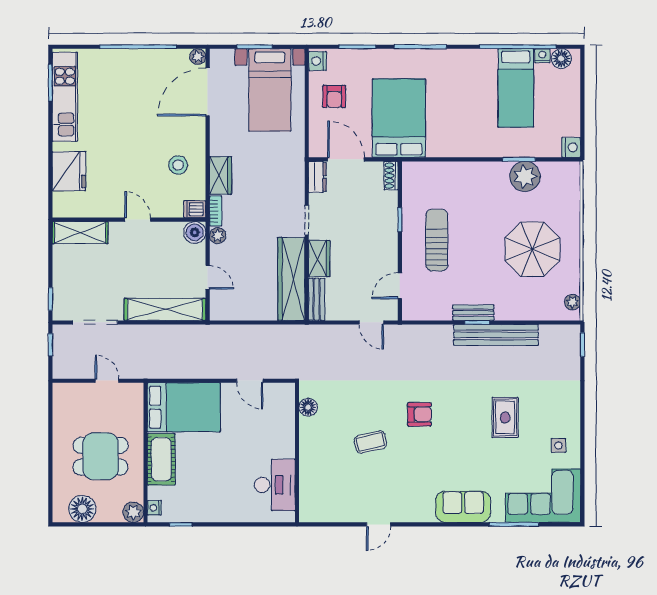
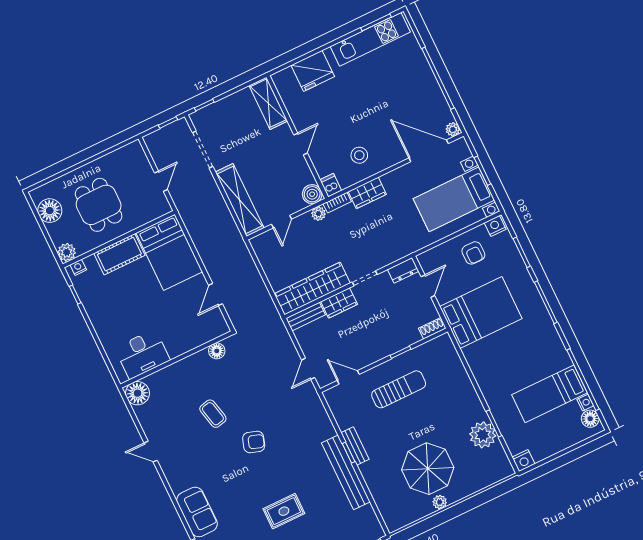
armchair: (334, 96) -> (473, 253), turned -90
door: (346, 159) -> (428, 286), width x0.73
plant: (572, 302) -> (440, 502), moved
armchair: (419, 414) -> (254, 442), turned -72
floor lamp: (312, 509) -> (138, 393), added

